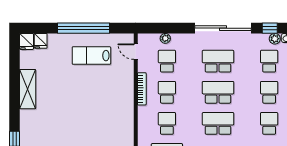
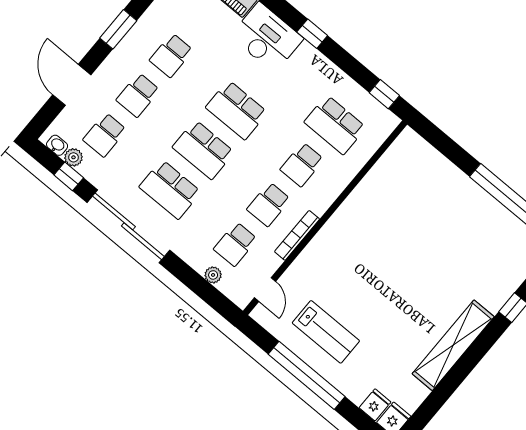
shelving: (28, 89) -> (453, 345), width x1.47

